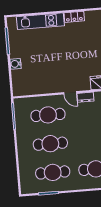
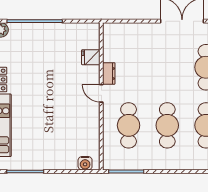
water cooler: (16, 64) -> (85, 163), moved
door: (70, 93) -> (101, 93), swing flipped

